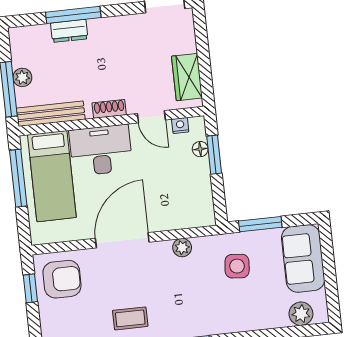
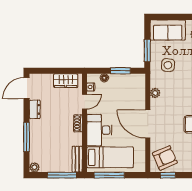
dresser: (69, 31) -> (35, 109), moved
plant: (22, 77) -> (34, 167), moved
bench: (51, 114) -> (77, 159), width x0.73
window: (214, 155) -> (120, 71), moved
armchair: (62, 279) -> (165, 158), turned 66

